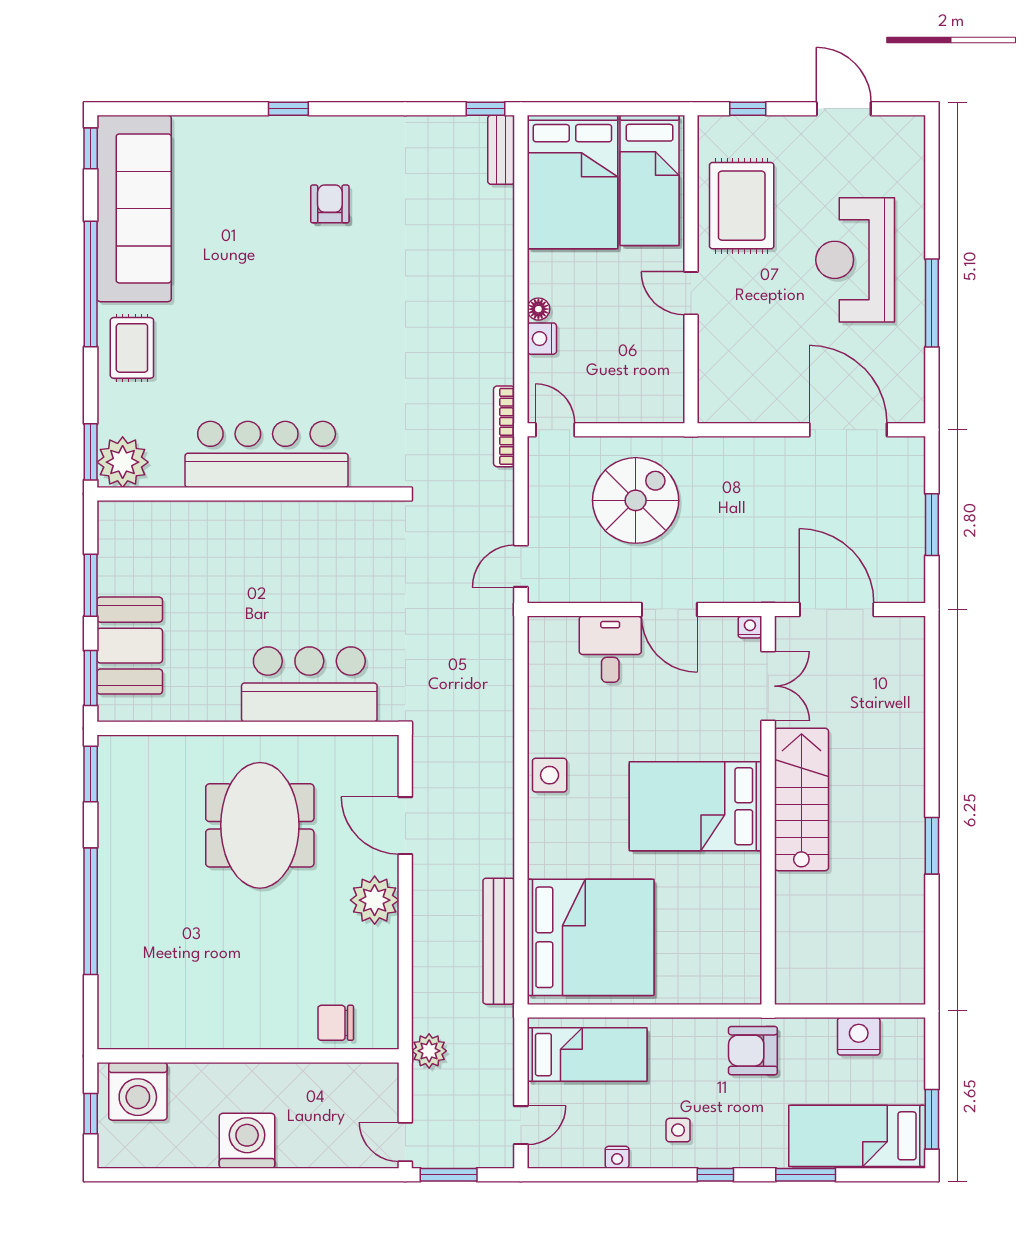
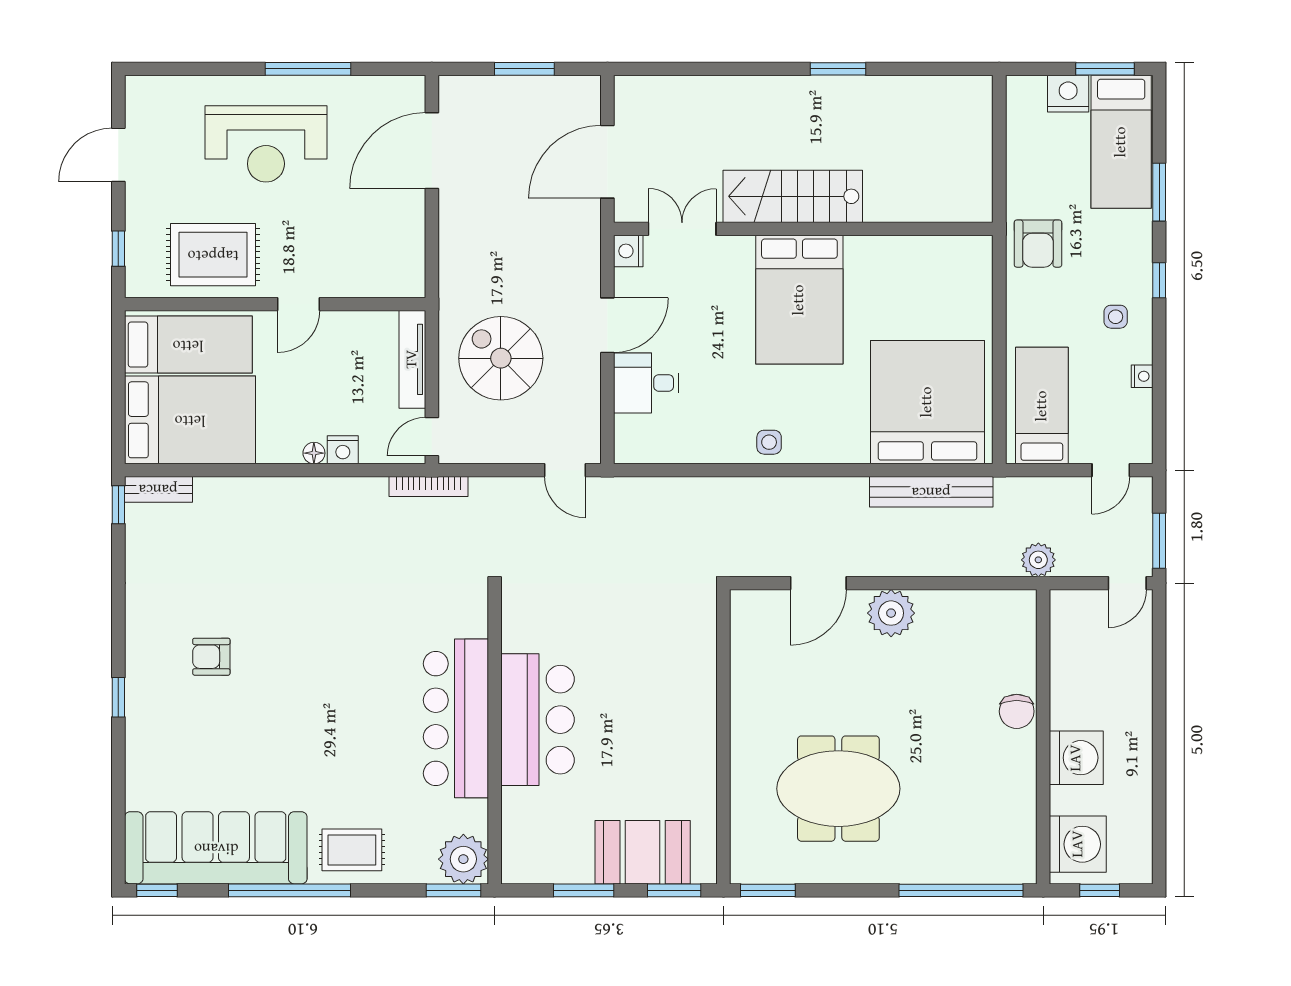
tv unit: (634, 410) -> (412, 359), added
nightstand: (750, 627) -> (628, 251), width x1.39, depth x1.35
bar counter: (309, 684) -> (537, 720), moved, turned 180
side table: (550, 775) -> (769, 442), width x0.73, depth x0.73
meeting table: (260, 825) -> (838, 789), moved
window: (91, 911) -> (961, 890), moved
chair: (336, 1023) -> (1017, 711), moved
nightstand: (859, 1036) -> (1068, 94), moved, turned 90
door: (521, 1125) -> (1111, 470), swing flipped
washing machine: (247, 1141) -> (1076, 758), moved, turned 180

